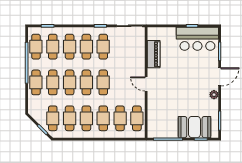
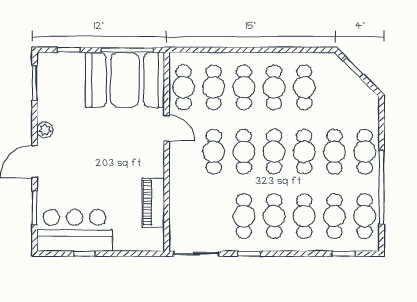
door: (146, 84) -> (167, 128), moved
cafe table: (53, 118) -> (214, 152), moved
booth: (194, 127) -> (125, 80), moved, width x1.36, depth x1.42

